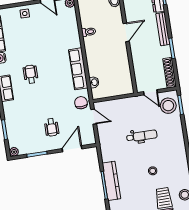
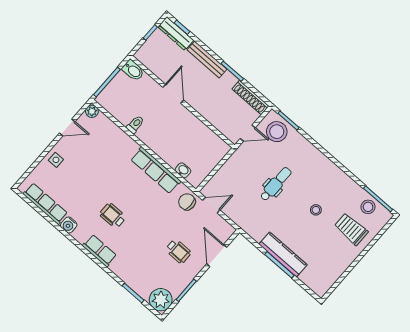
plant: (14, 152) -> (161, 300), width x1.87, depth x1.87

